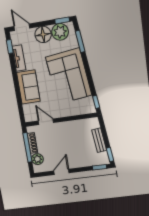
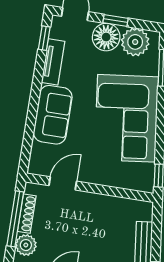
window: (62, 20) -> (115, 20), moved
door: (46, 122) -> (63, 183), hinge flipped

